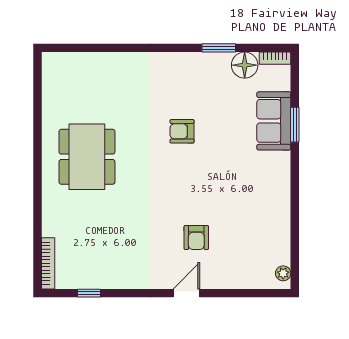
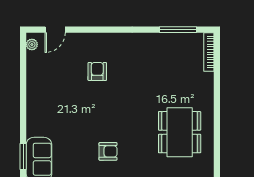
window: (89, 293) -> (178, 30), width x2.17
door: (186, 293) -> (55, 30), moved

